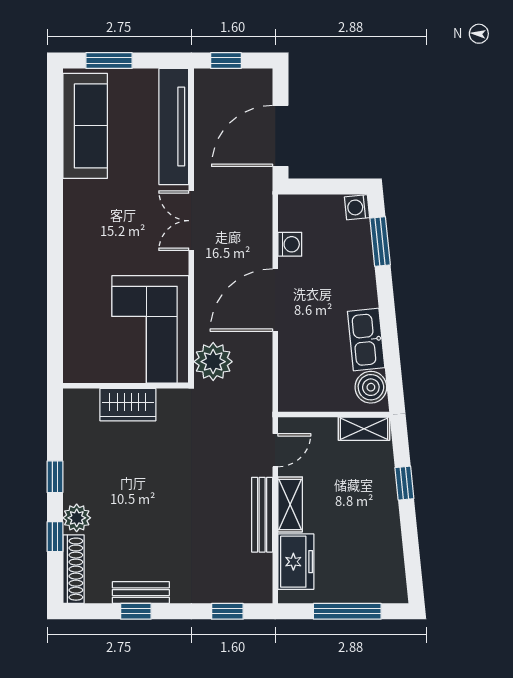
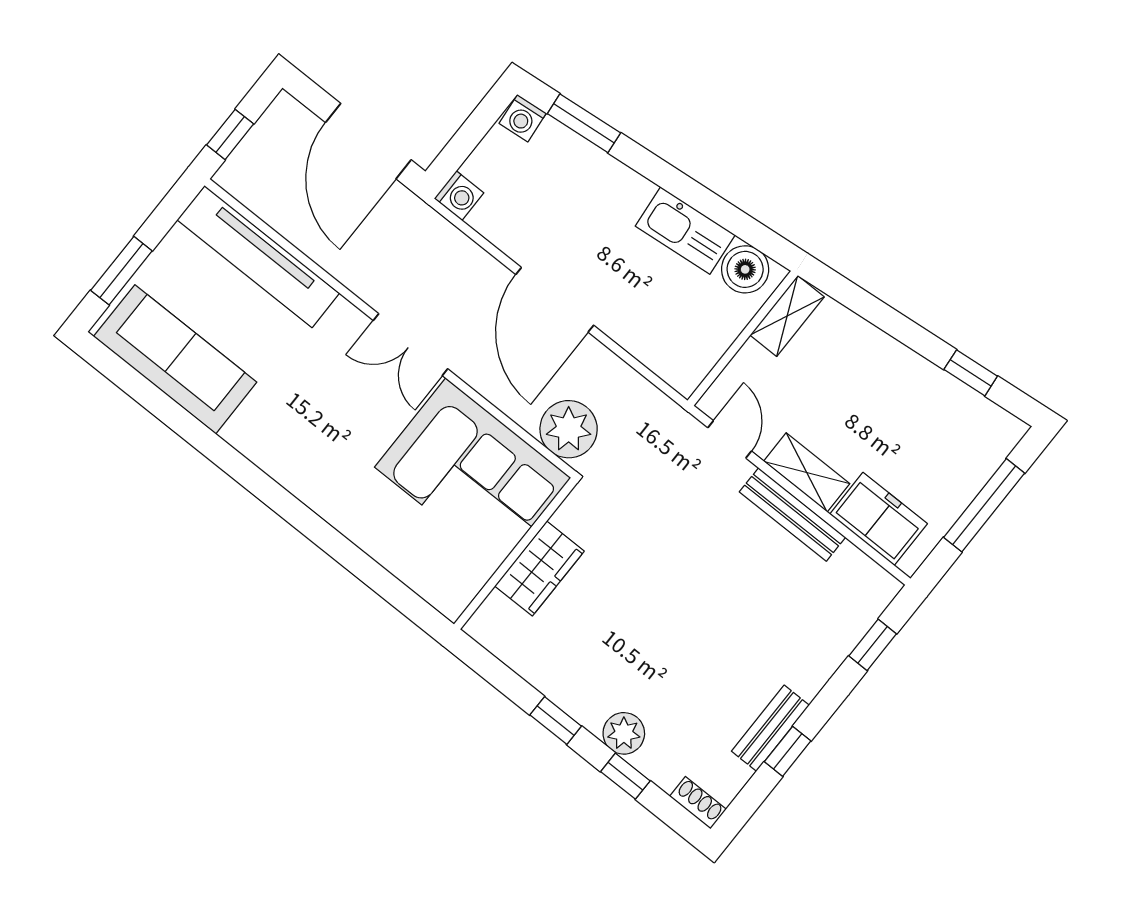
double door: (191, 221) -> (410, 345), moved
washing machine: (290, 244) -> (459, 196), moved, turned 90
window: (404, 483) -> (971, 373), moved
shoe rack: (73, 569) -> (698, 803), width x0.51, depth x0.81

